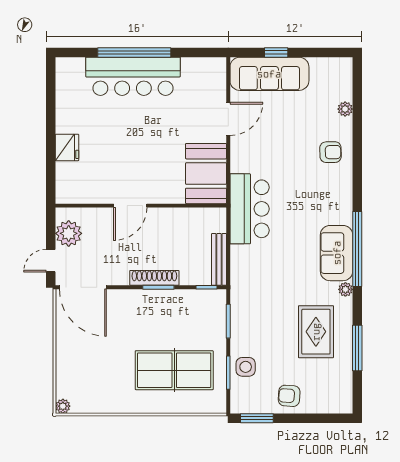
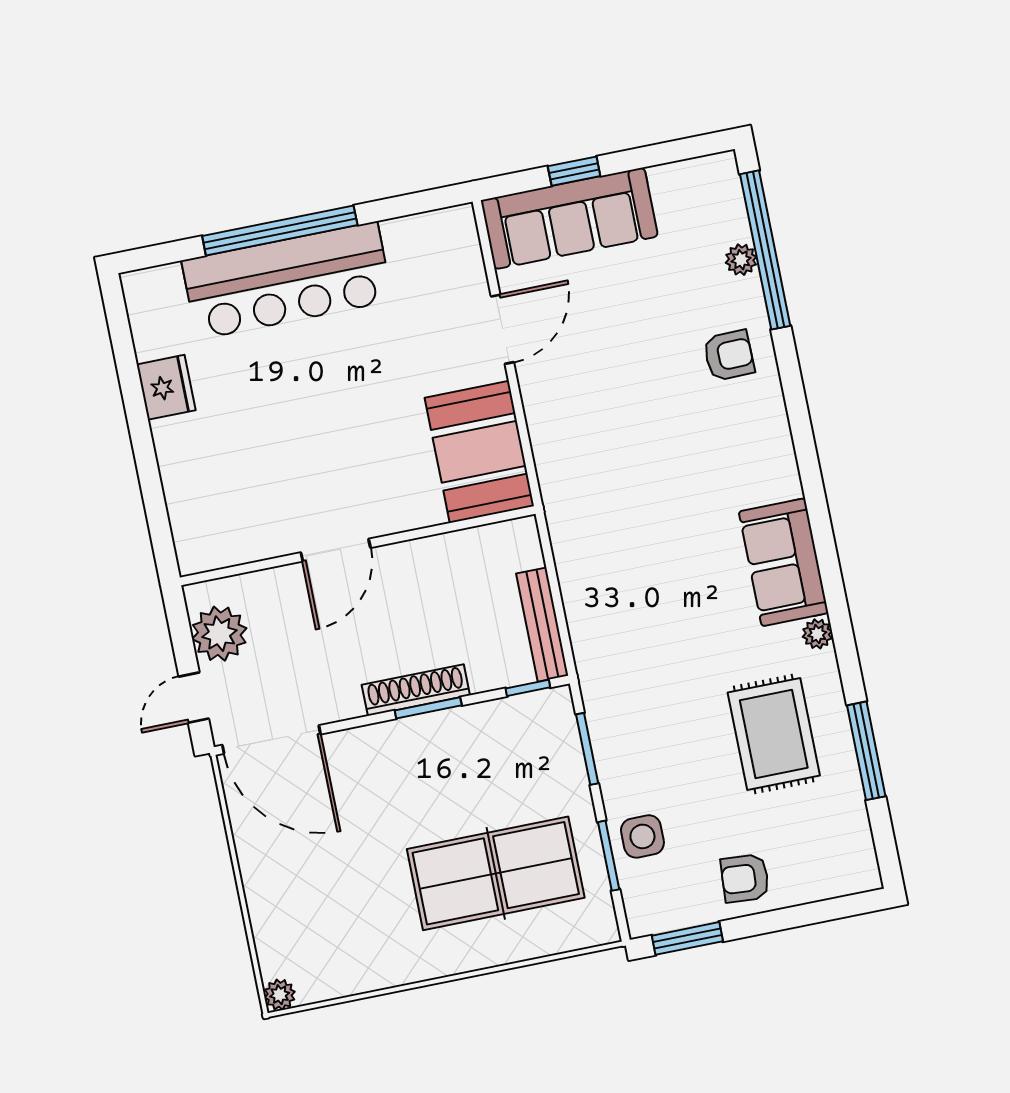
fridge: (67, 147) -> (166, 387), moved
bar counter: (250, 209) -> (584, 507), removed
window: (357, 249) -> (765, 250), moved

